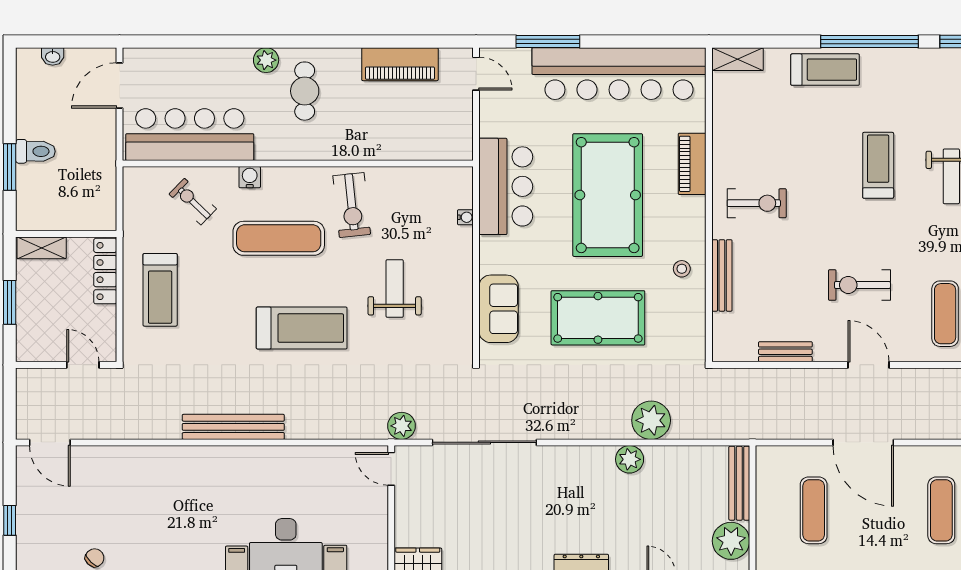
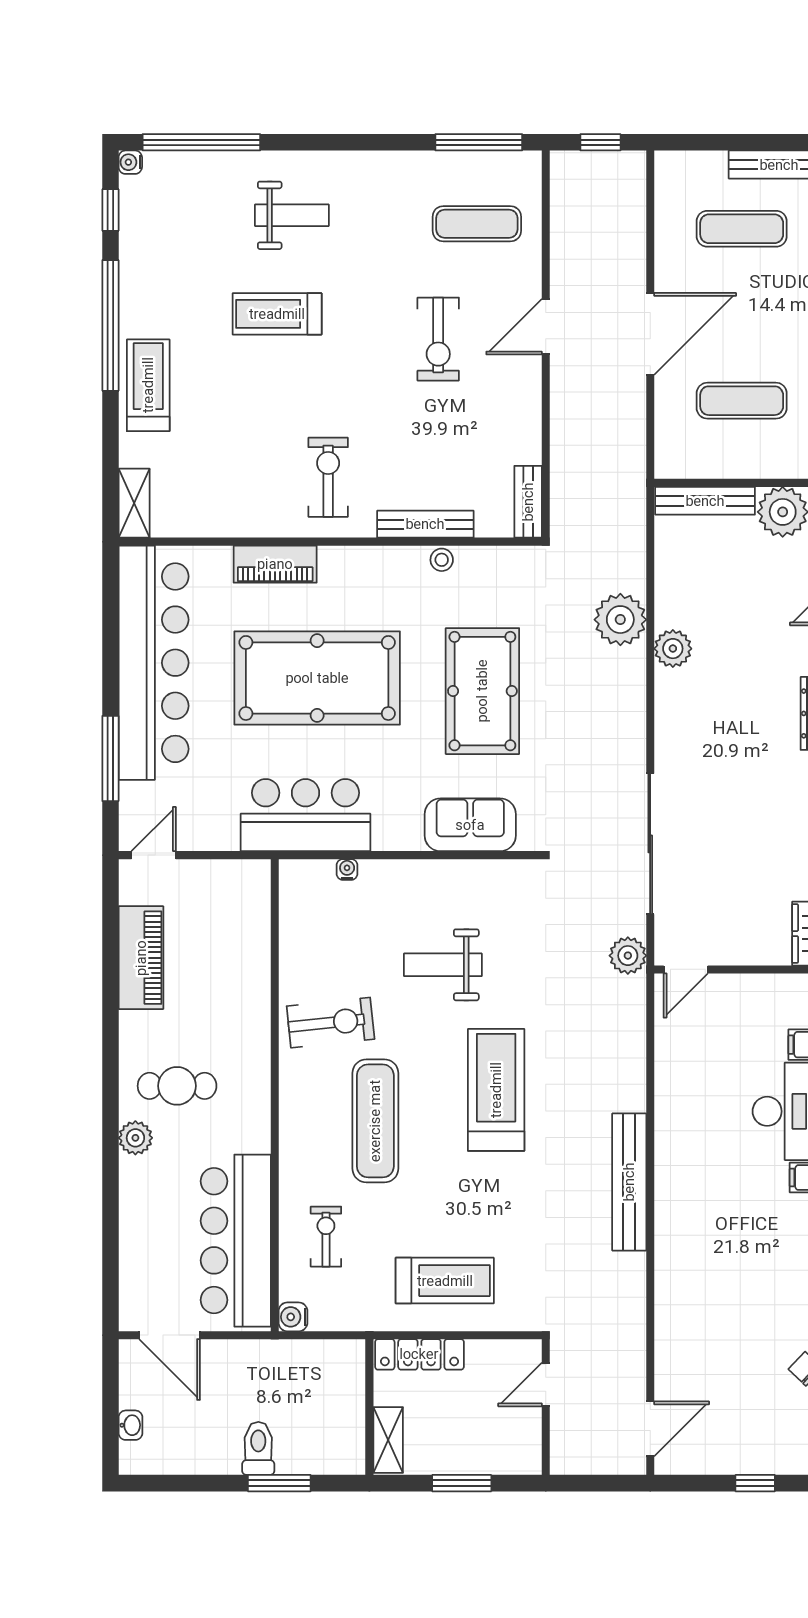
water cooler: (250, 177) -> (293, 1317), moved
exercise bike: (193, 202) -> (326, 1237), turned 136
stool: (682, 269) -> (442, 560), moved
bench: (785, 352) -> (528, 502), moved

